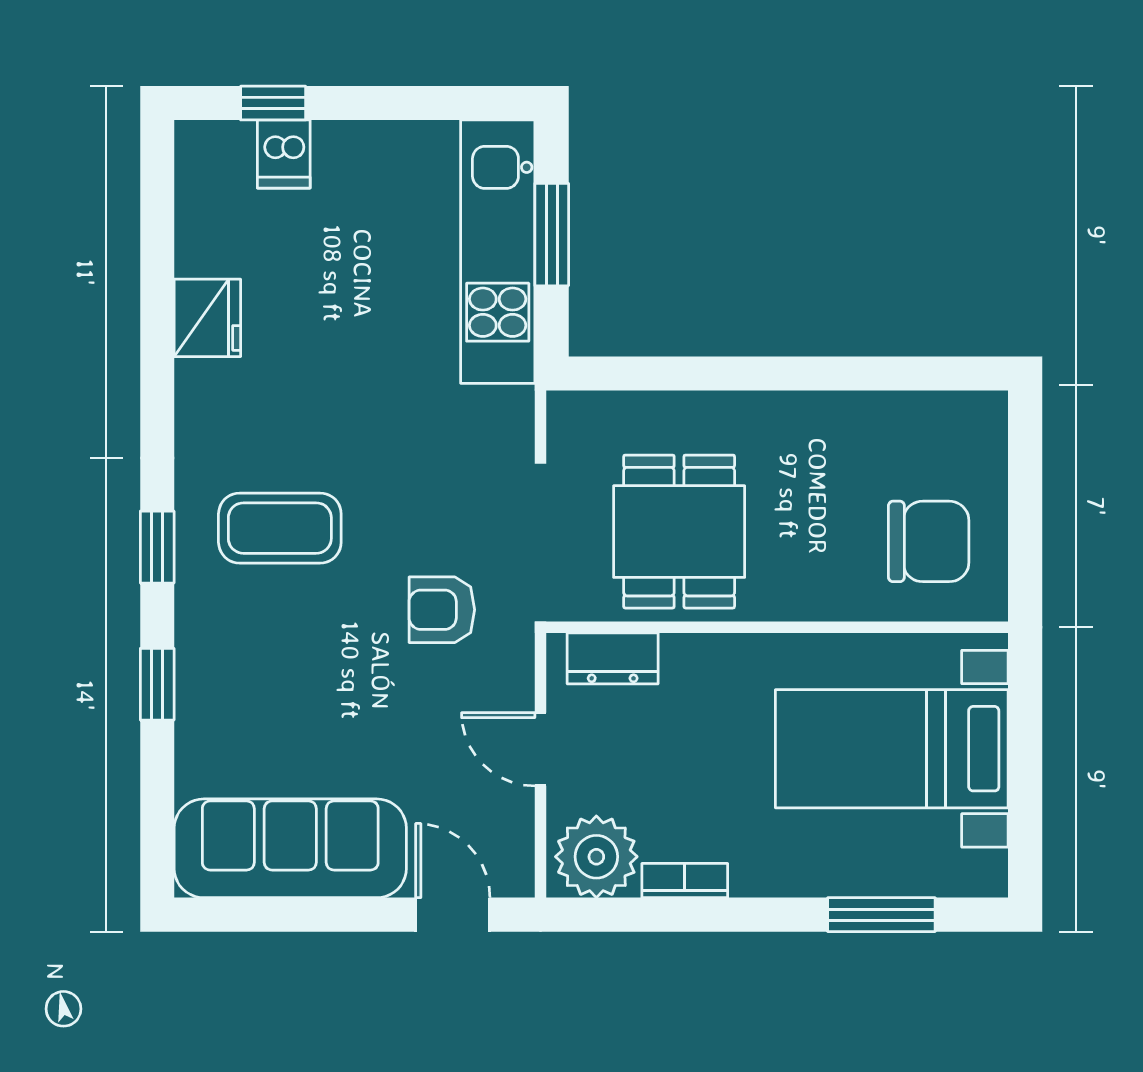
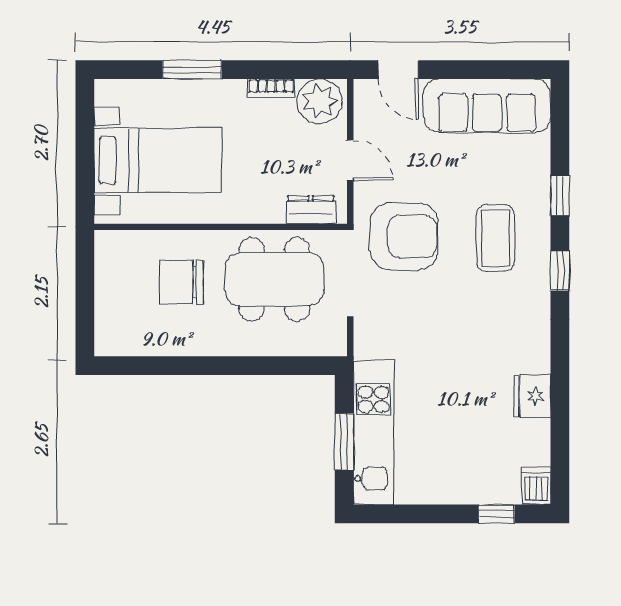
dishwasher: (284, 154) -> (536, 486), moved
coffee table: (280, 528) -> (496, 238), moved, turned 90
dining table: (679, 532) -> (274, 279), width x1.38
chair: (929, 541) -> (181, 282), moved
armchair: (442, 610) -> (404, 236), width x1.88, depth x1.88
window: (881, 915) -> (192, 70), moved

